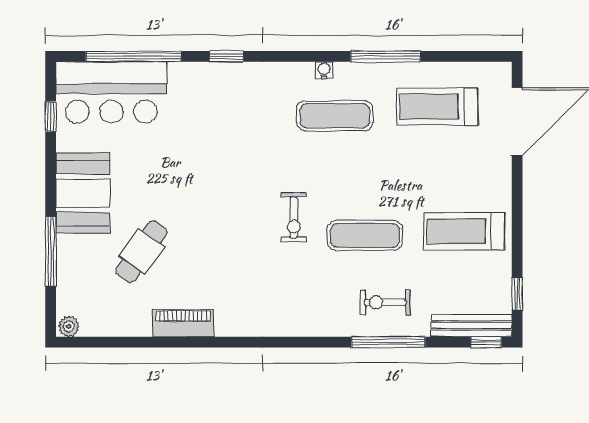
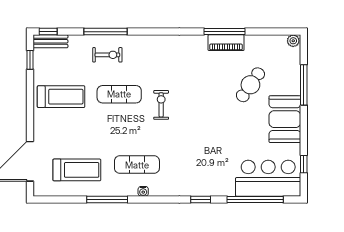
bench: (471, 326) -> (50, 41), width x0.73
window: (186, 342) -> (225, 32), added

